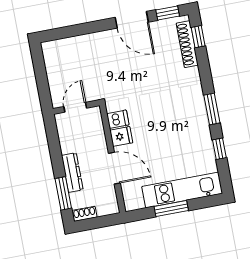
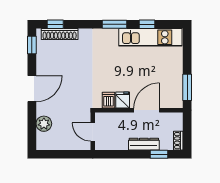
door: (132, 20) -> (32, 89), moved
plant: (74, 46) -> (44, 124), added
kitchen unit: (182, 190) -> (150, 37), moved, turned -90
window: (63, 193) -> (159, 154), width x0.67
window: (171, 209) -> (187, 87), moved

